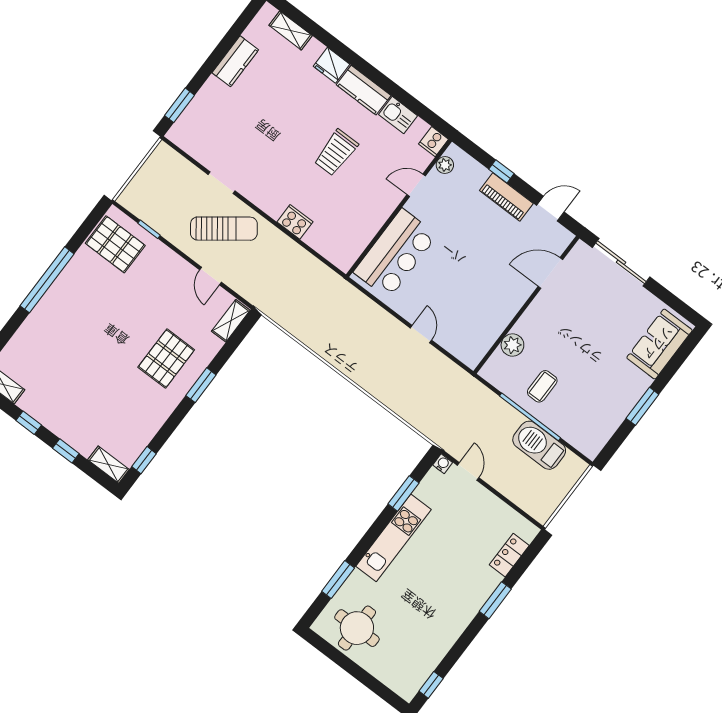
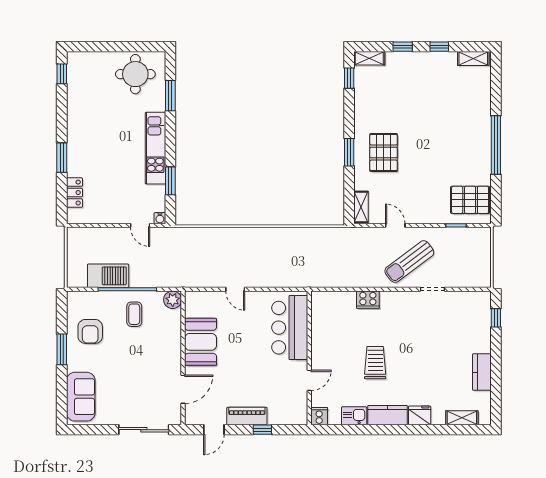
window: (179, 105) -> (496, 318), width x0.67
plant: (445, 165) -> (301, 407), removed
booth: (496, 308) -> (201, 342), added
plant: (512, 345) -> (173, 300), moved
armchair: (600, 403) -> (90, 331), added

